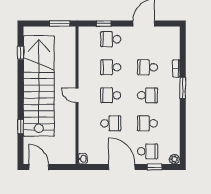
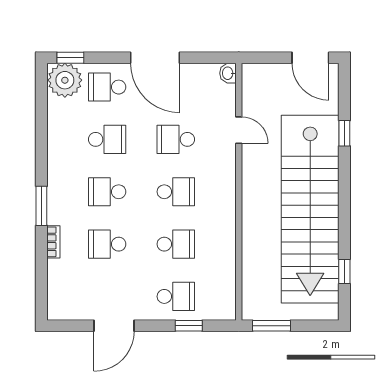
school desk: (147, 67) -> (107, 244), turned 180
door: (77, 95) -> (239, 130), moved
plant: (174, 159) -> (65, 80), width x1.87, depth x1.87
window: (155, 167) -> (70, 58), moved

